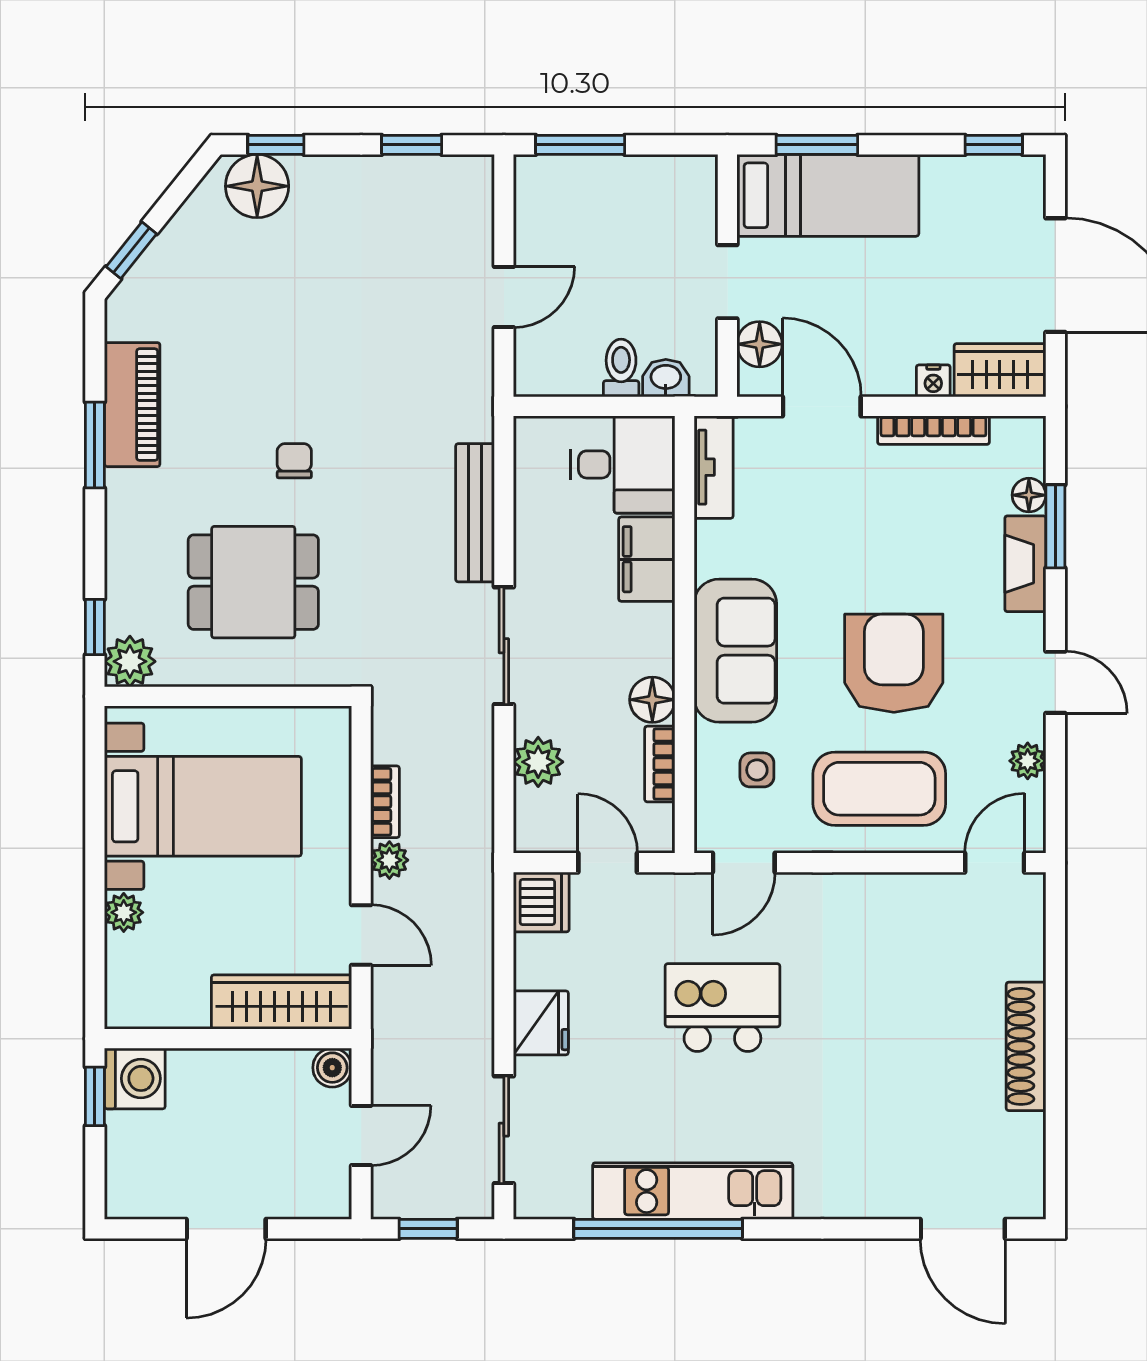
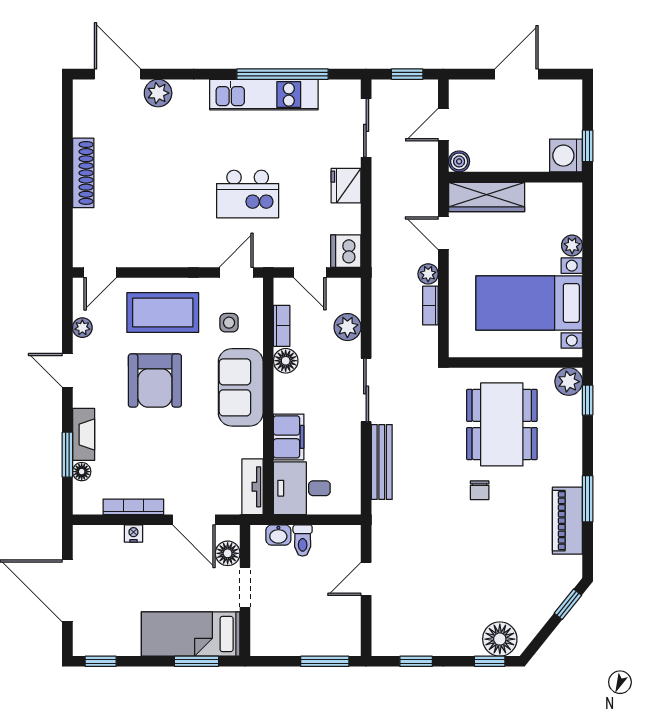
wardrobe: (1000, 370) -> (97, 539), removed
dining table: (253, 582) -> (502, 424), width x1.38
plant: (888, 1194) -> (158, 93), added

